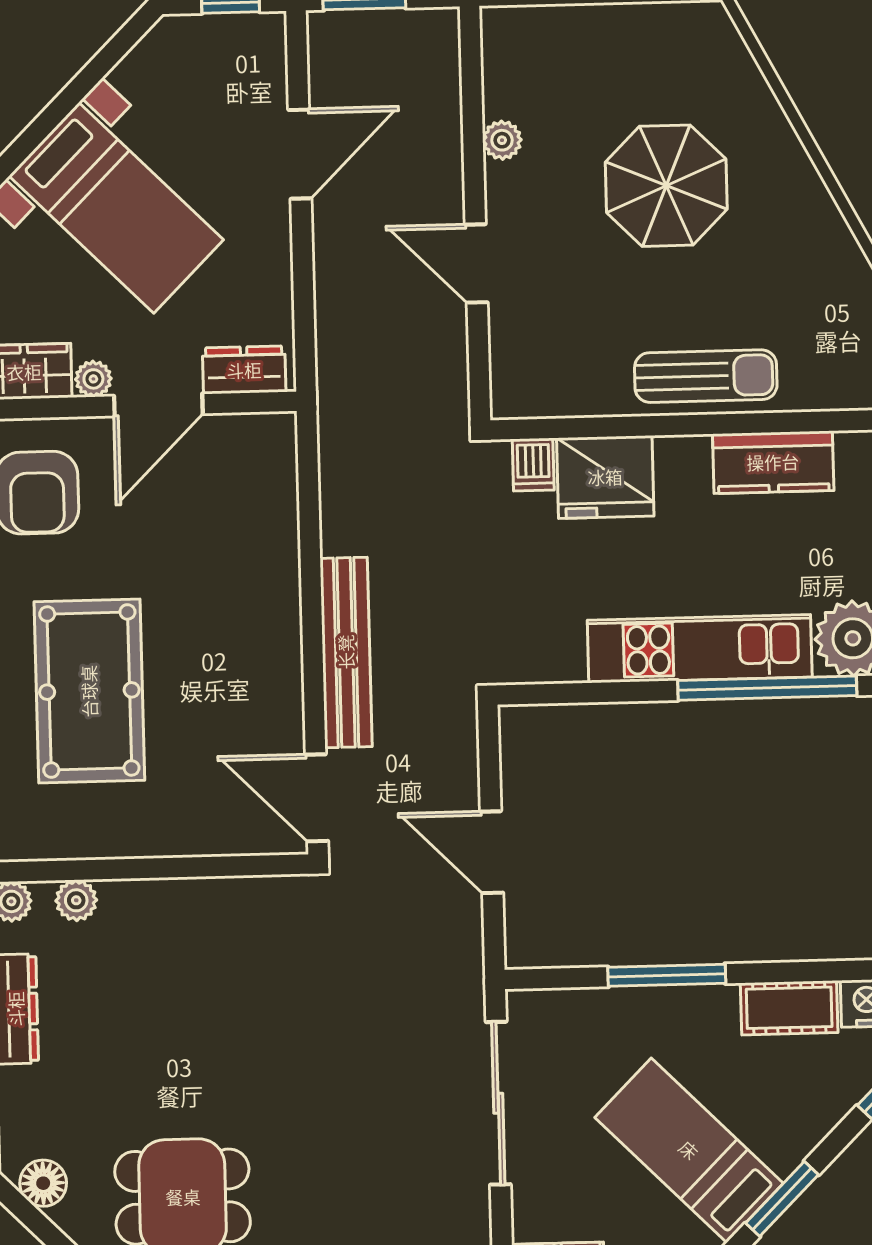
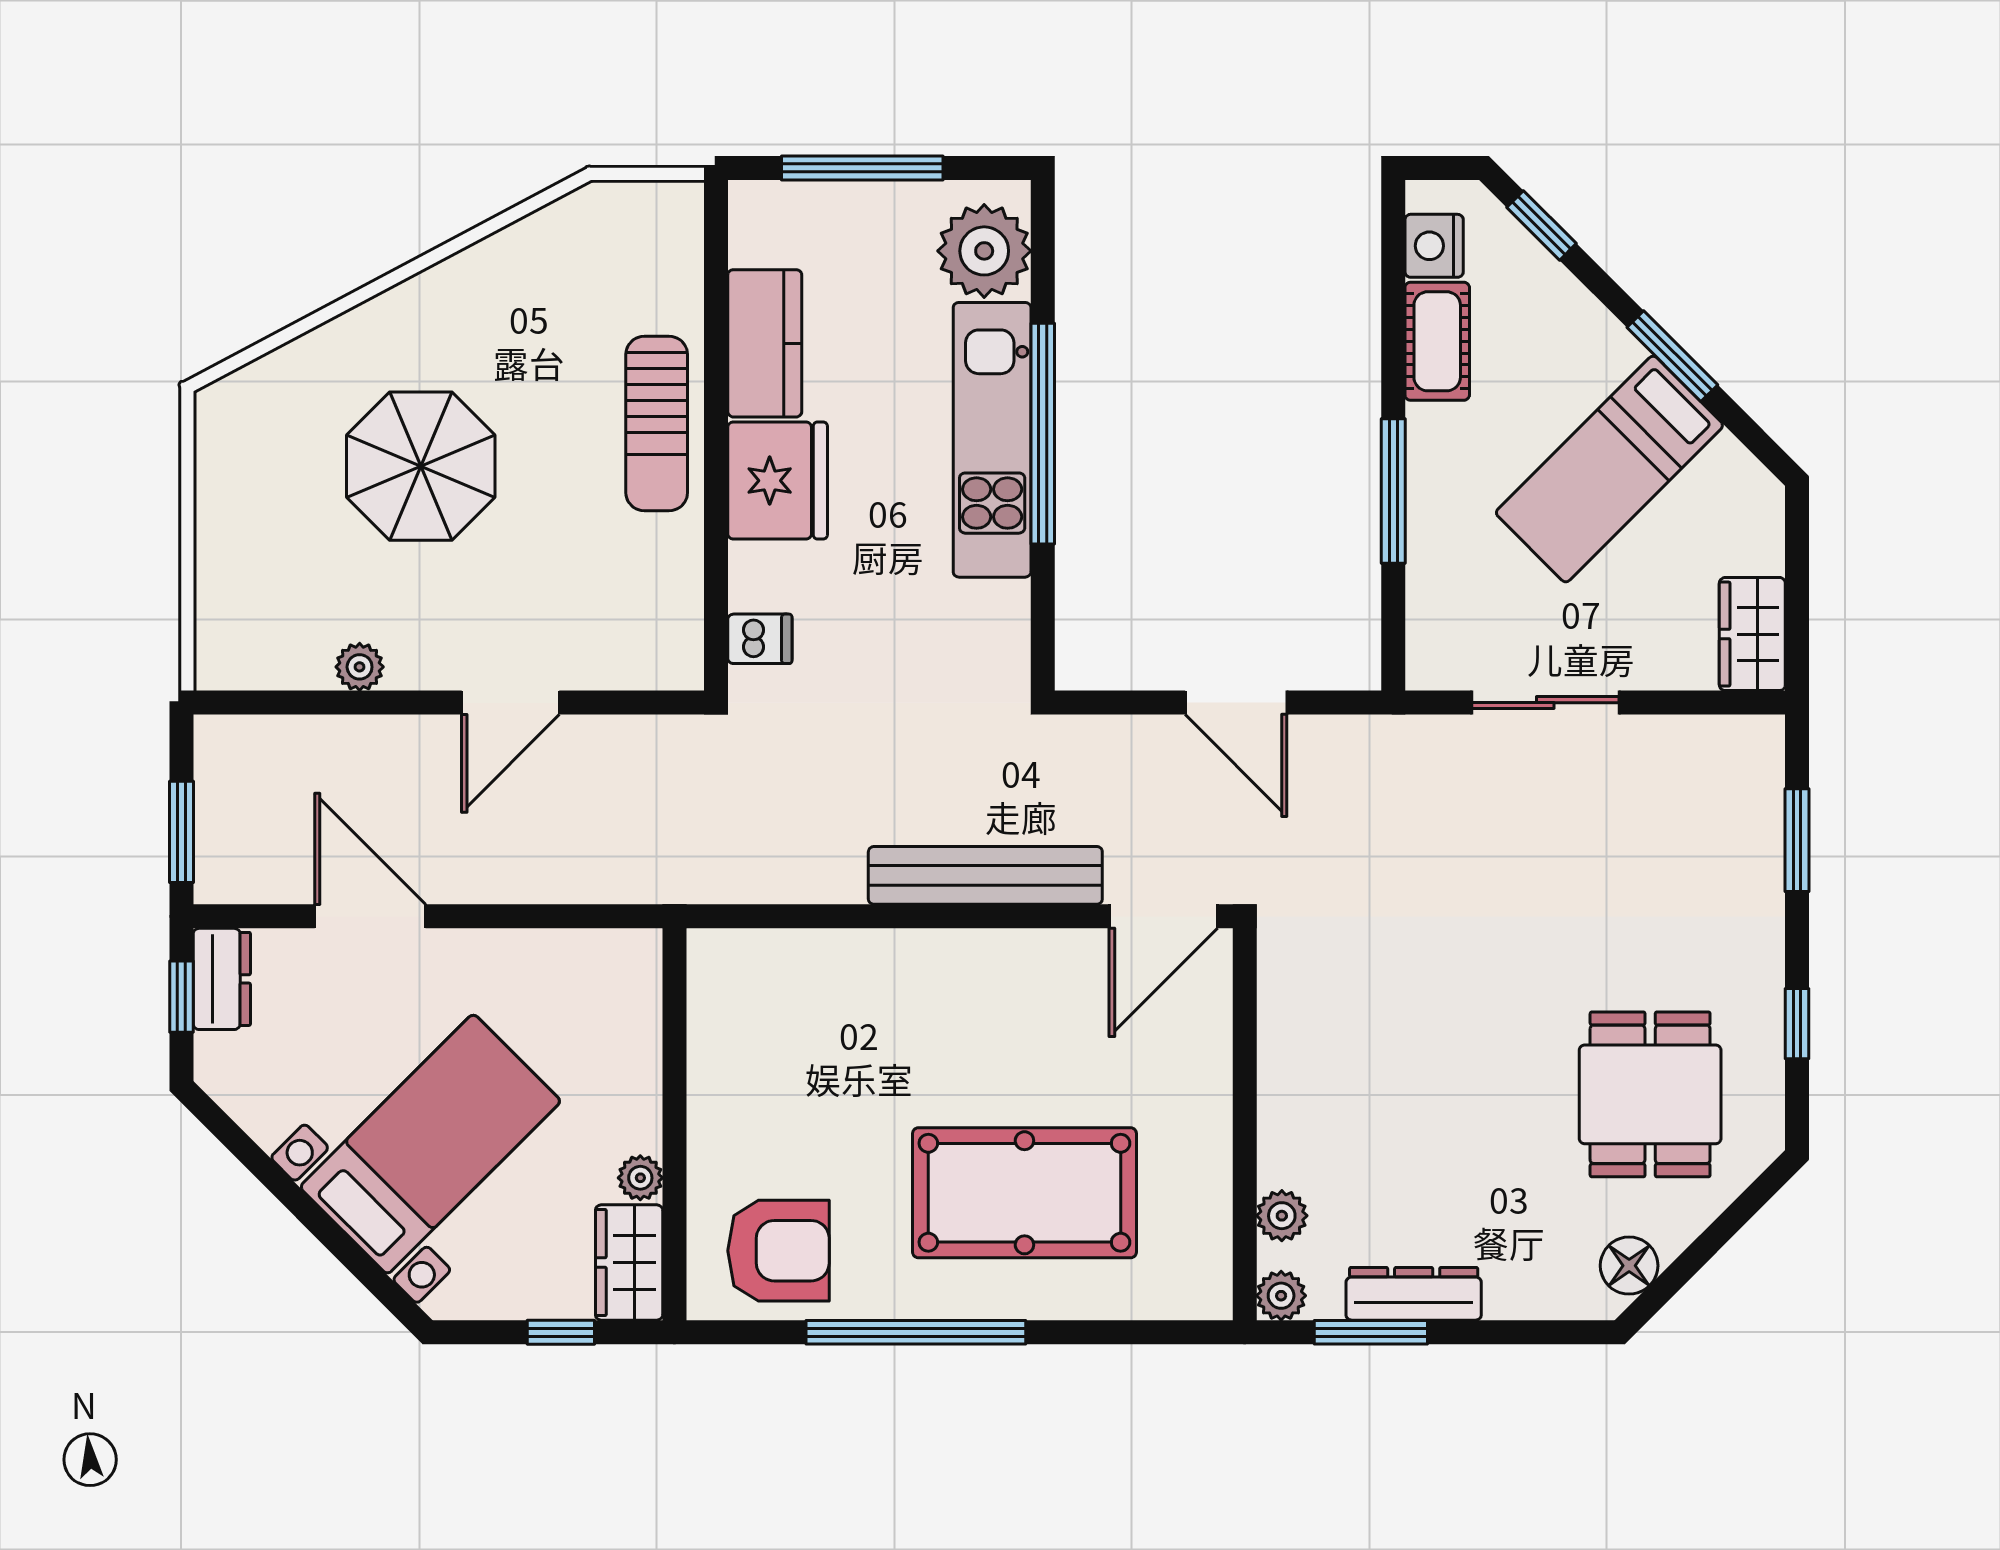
dresser: (244, 370) -> (222, 979), moved, turned 180
sun lounger: (706, 376) -> (657, 424), turned 180
door: (158, 405) -> (674, 1099), removed
fridge: (605, 477) -> (778, 481), moved
window: (767, 688) -> (1043, 434), moved
door: (492, 852) -> (1236, 703), hinge flipped
sliding door: (498, 1103) -> (1545, 703), width x0.73

